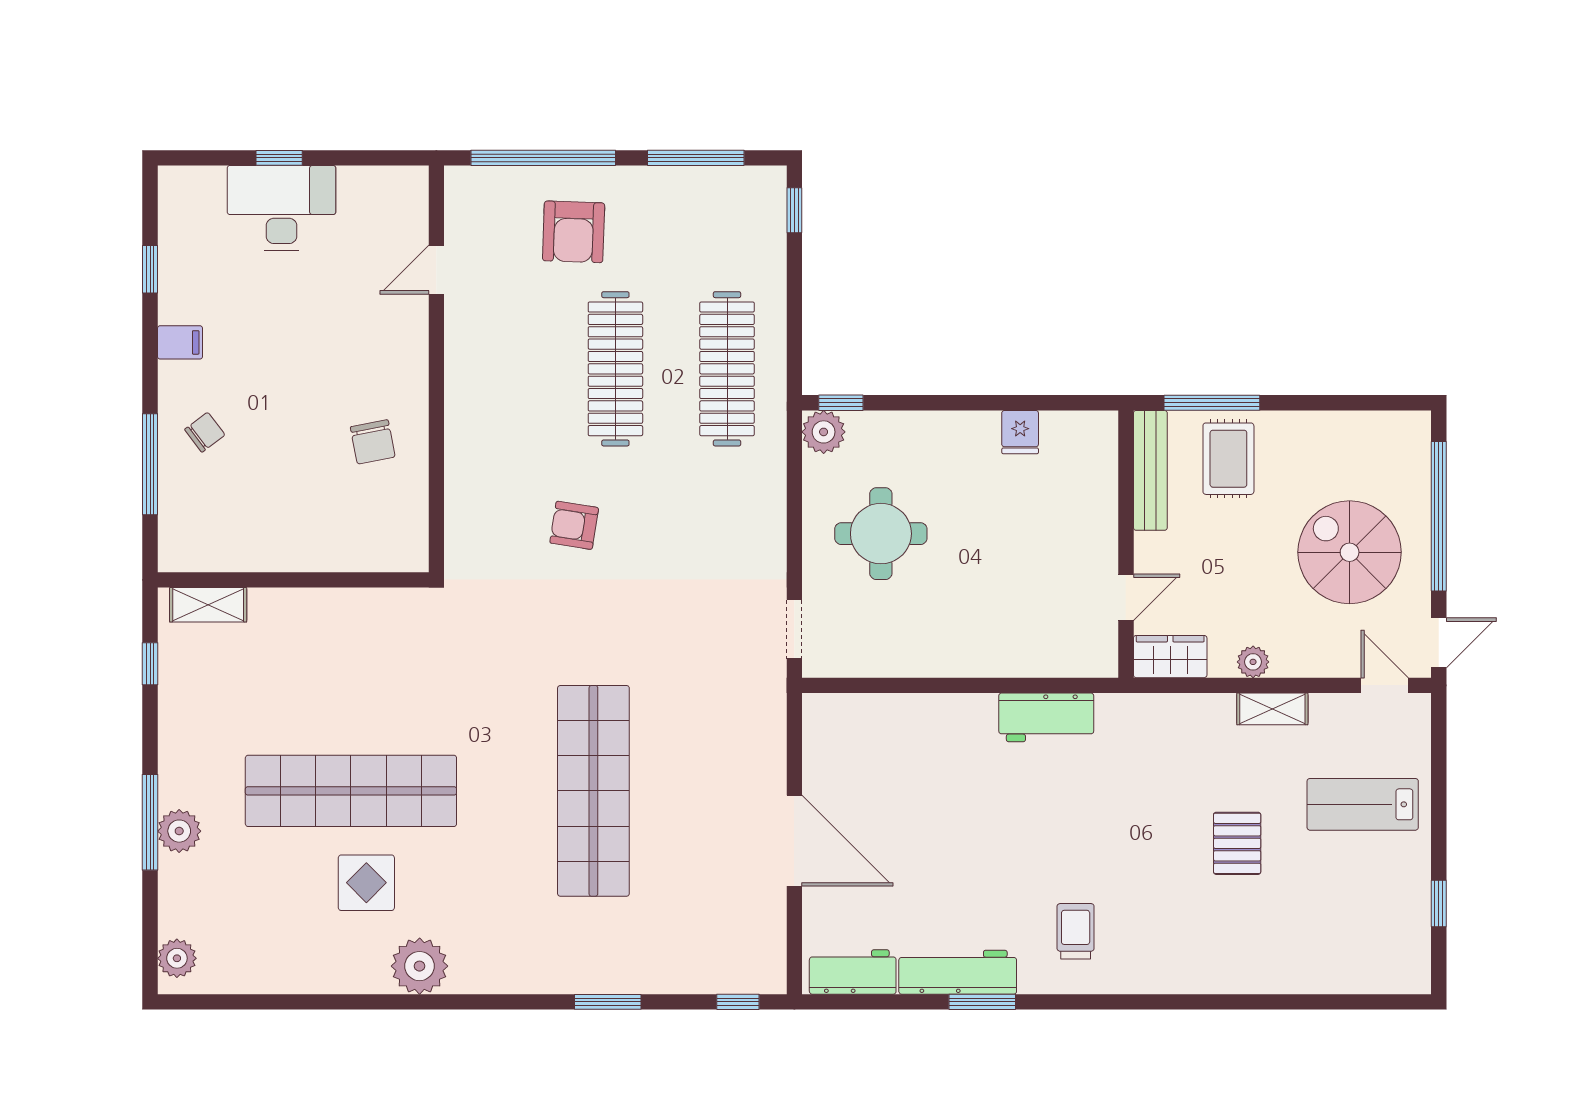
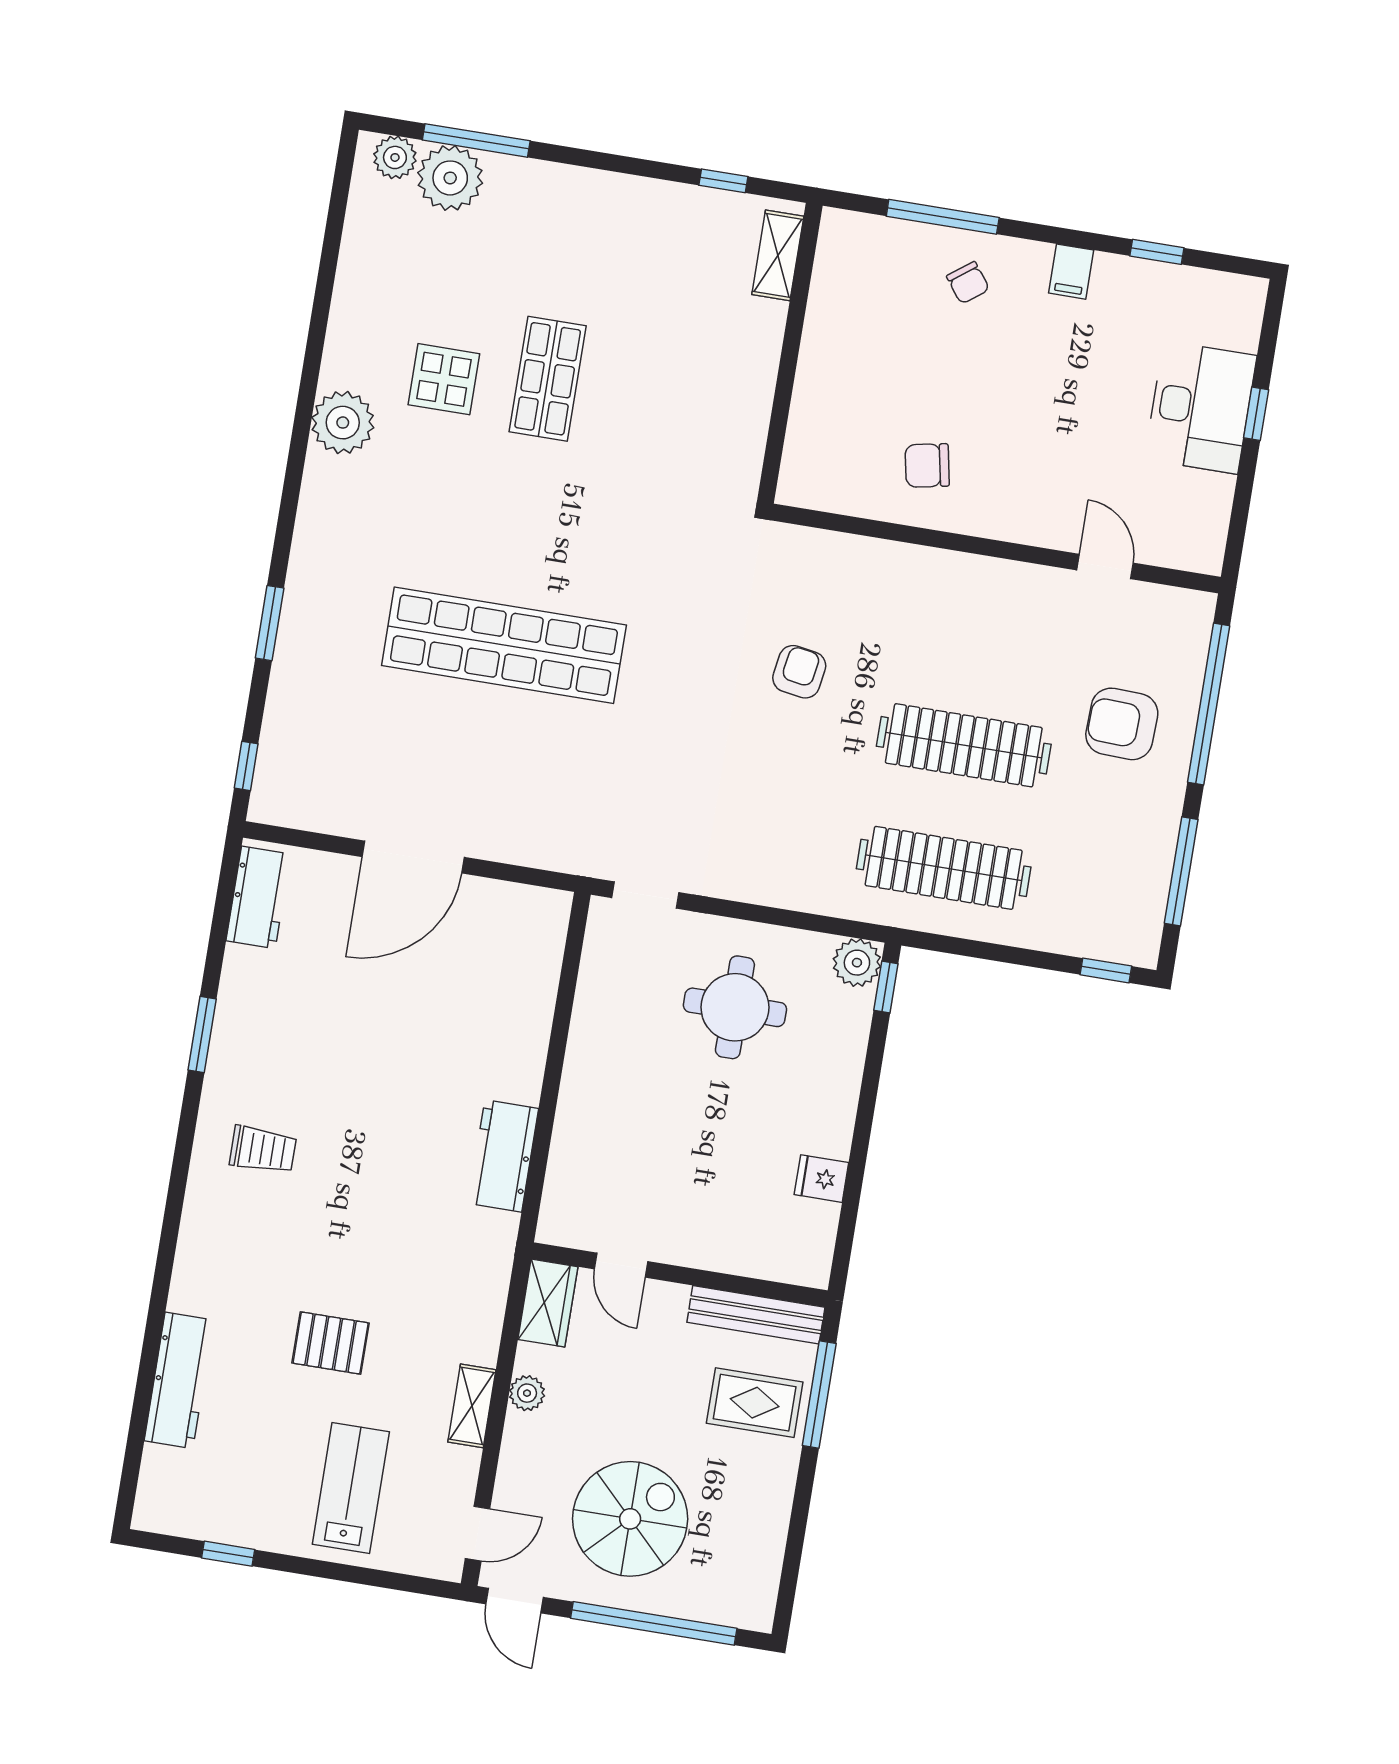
shop shelf: (351, 791) -> (548, 379), width x0.50, depth x0.74
window: (150, 822) -> (476, 140), moved
plant: (179, 831) -> (450, 178), moved, width x1.36, depth x1.36
workbench: (958, 972) -> (179, 1380), moved

